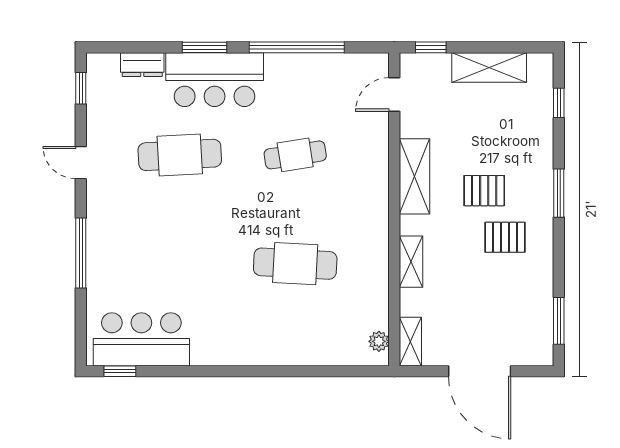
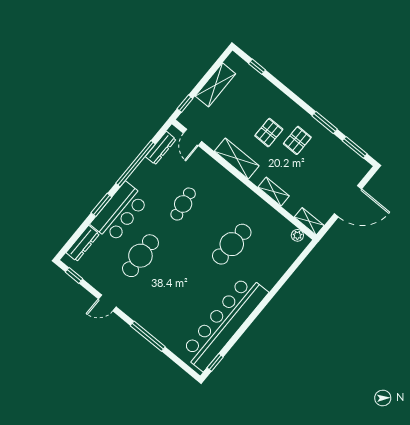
dresser: (345, 64) -> (161, 148), added
dresser: (142, 65) -> (83, 243), width x1.44
window: (559, 193) -> (325, 122), moved
bar counter: (141, 339) -> (224, 322), width x1.86

